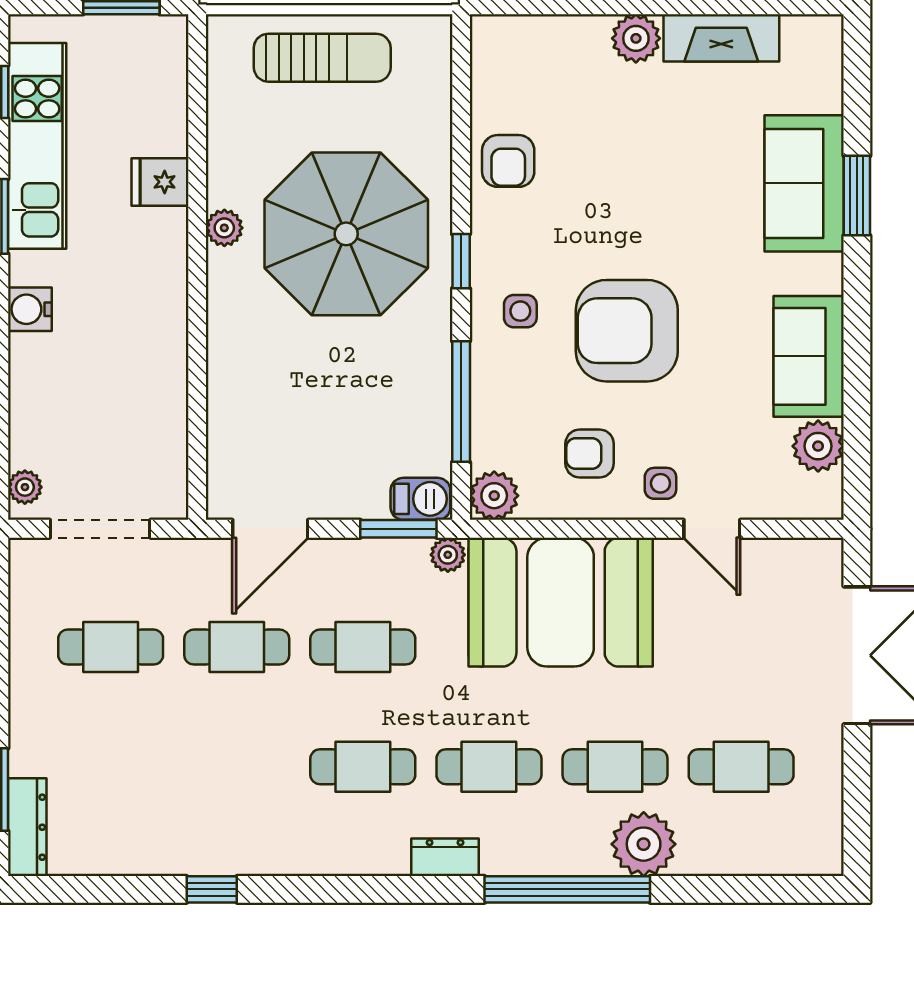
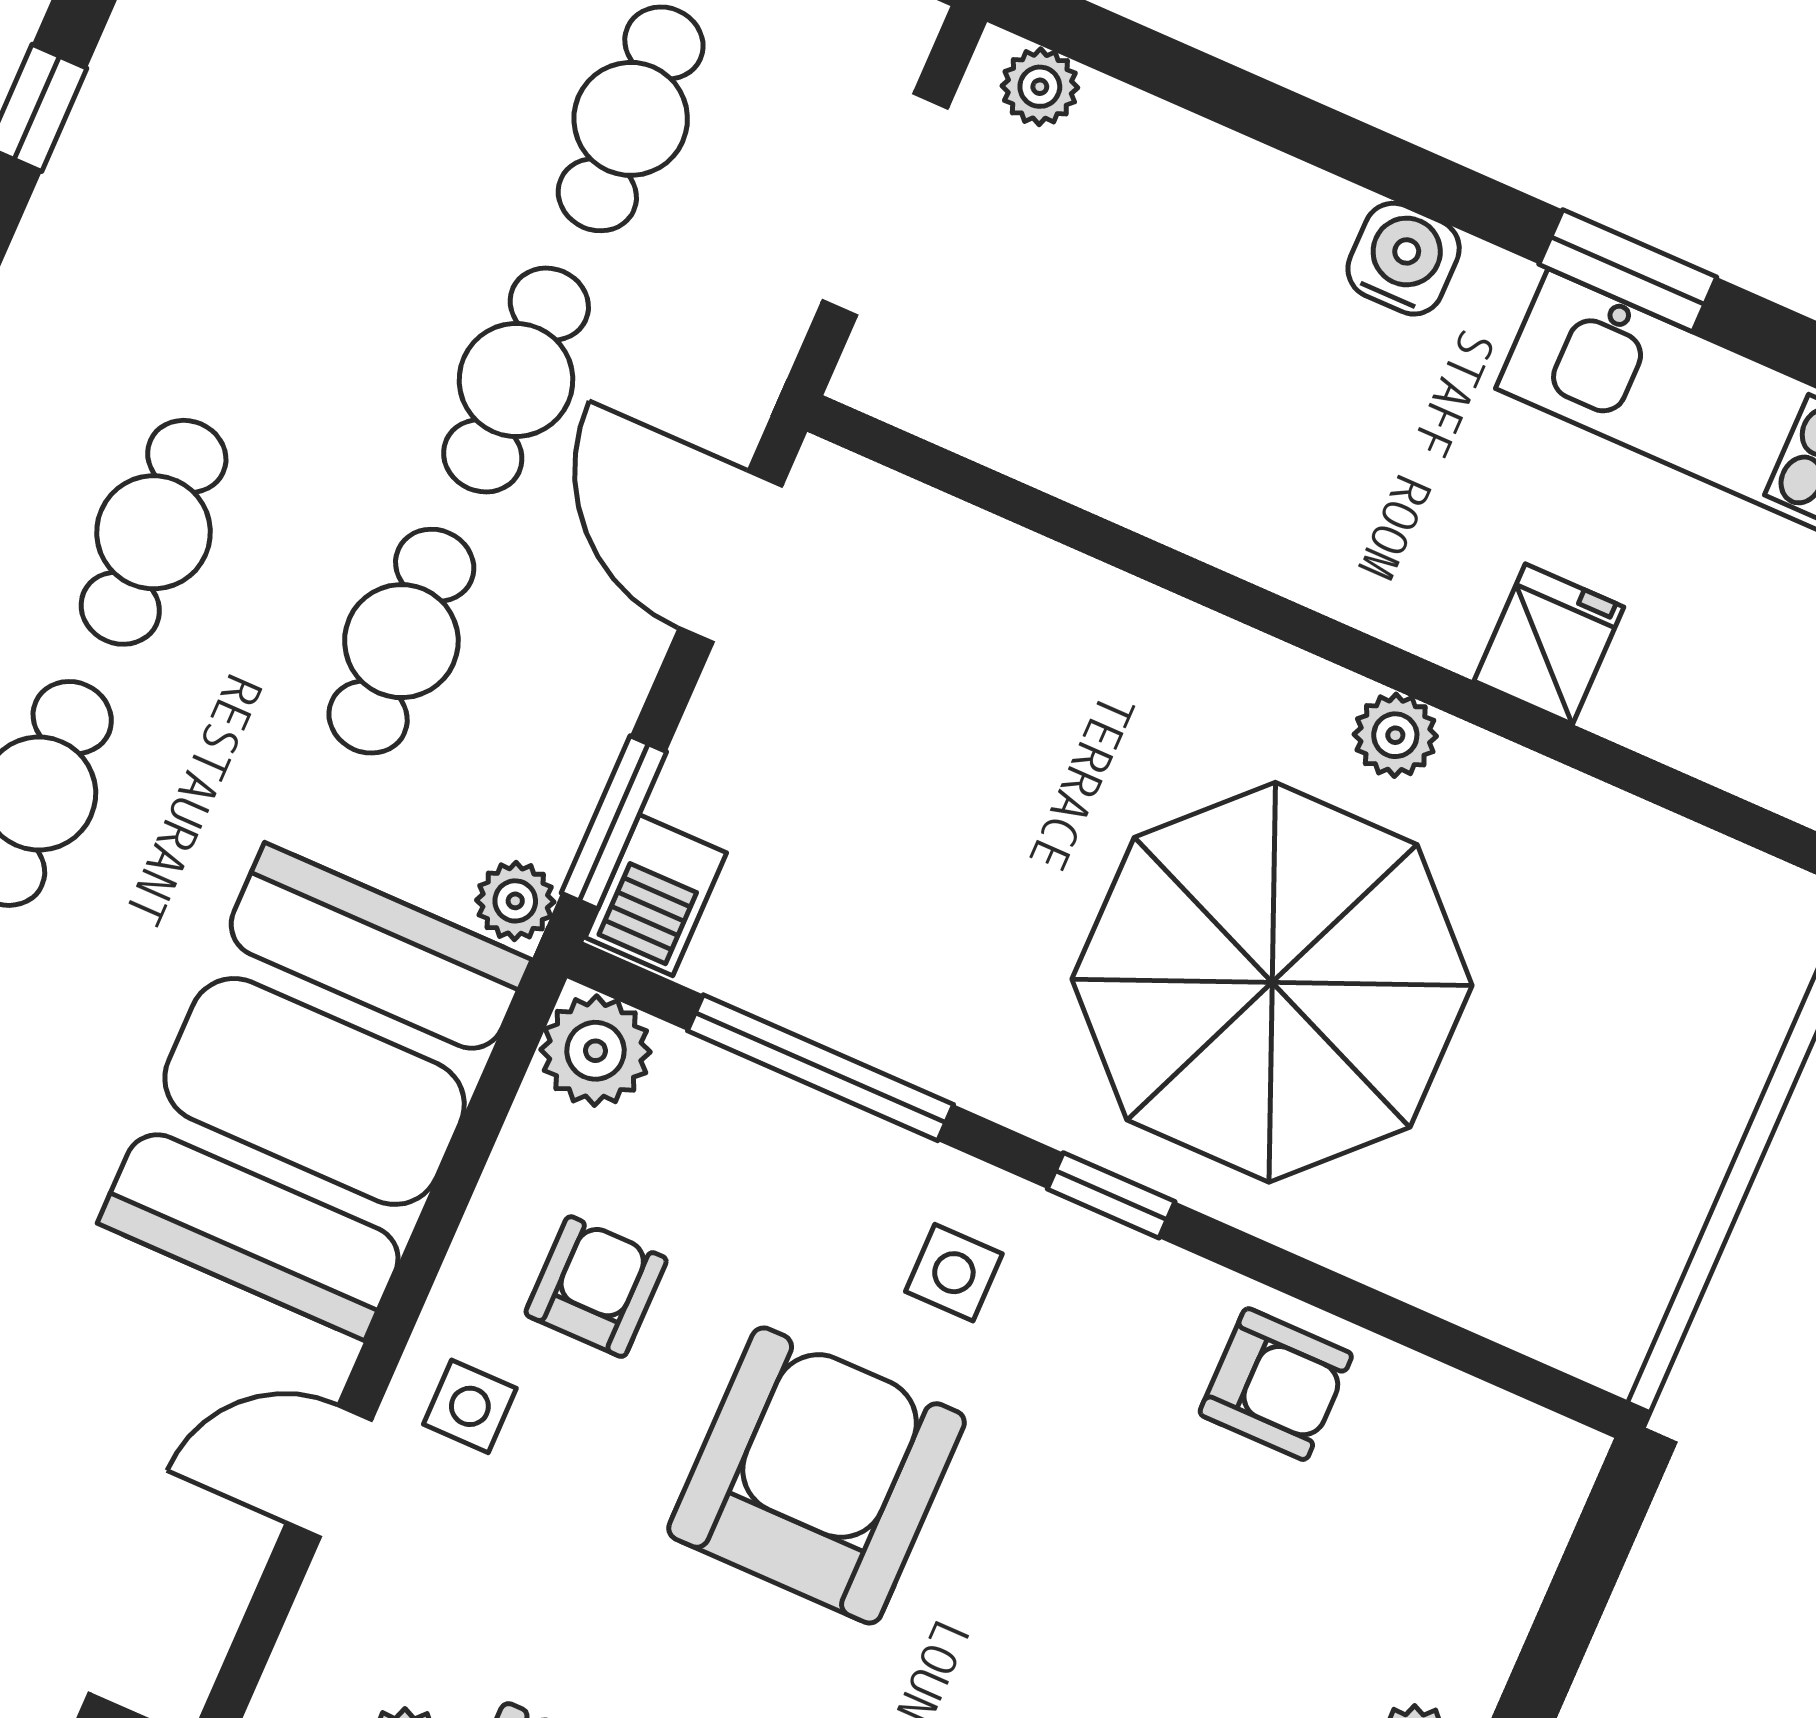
sun lounger: (322, 58) -> (1659, 1093), removed
armchair: (508, 161) -> (1276, 1384), turned 180

